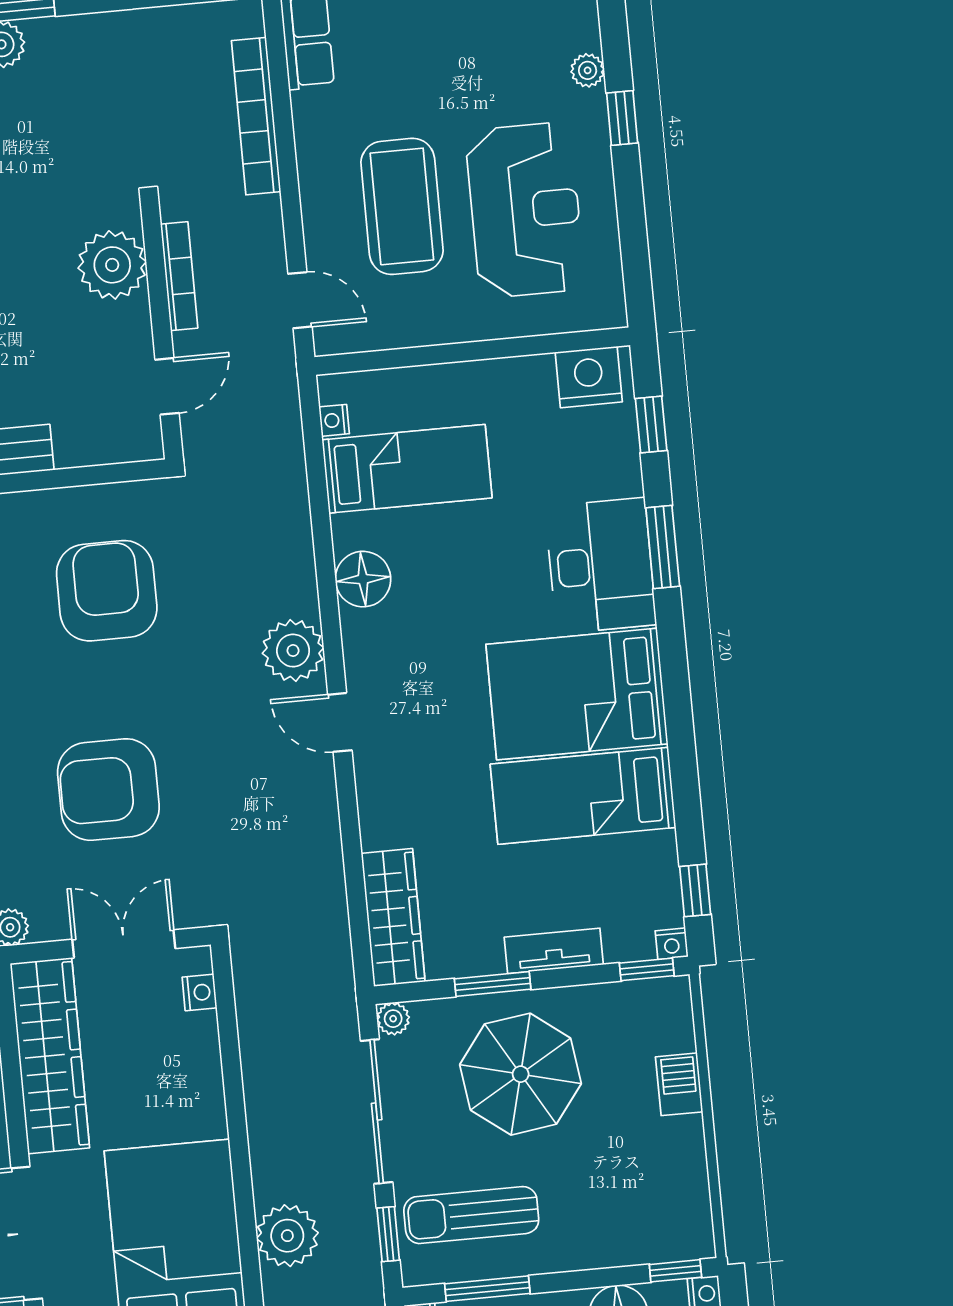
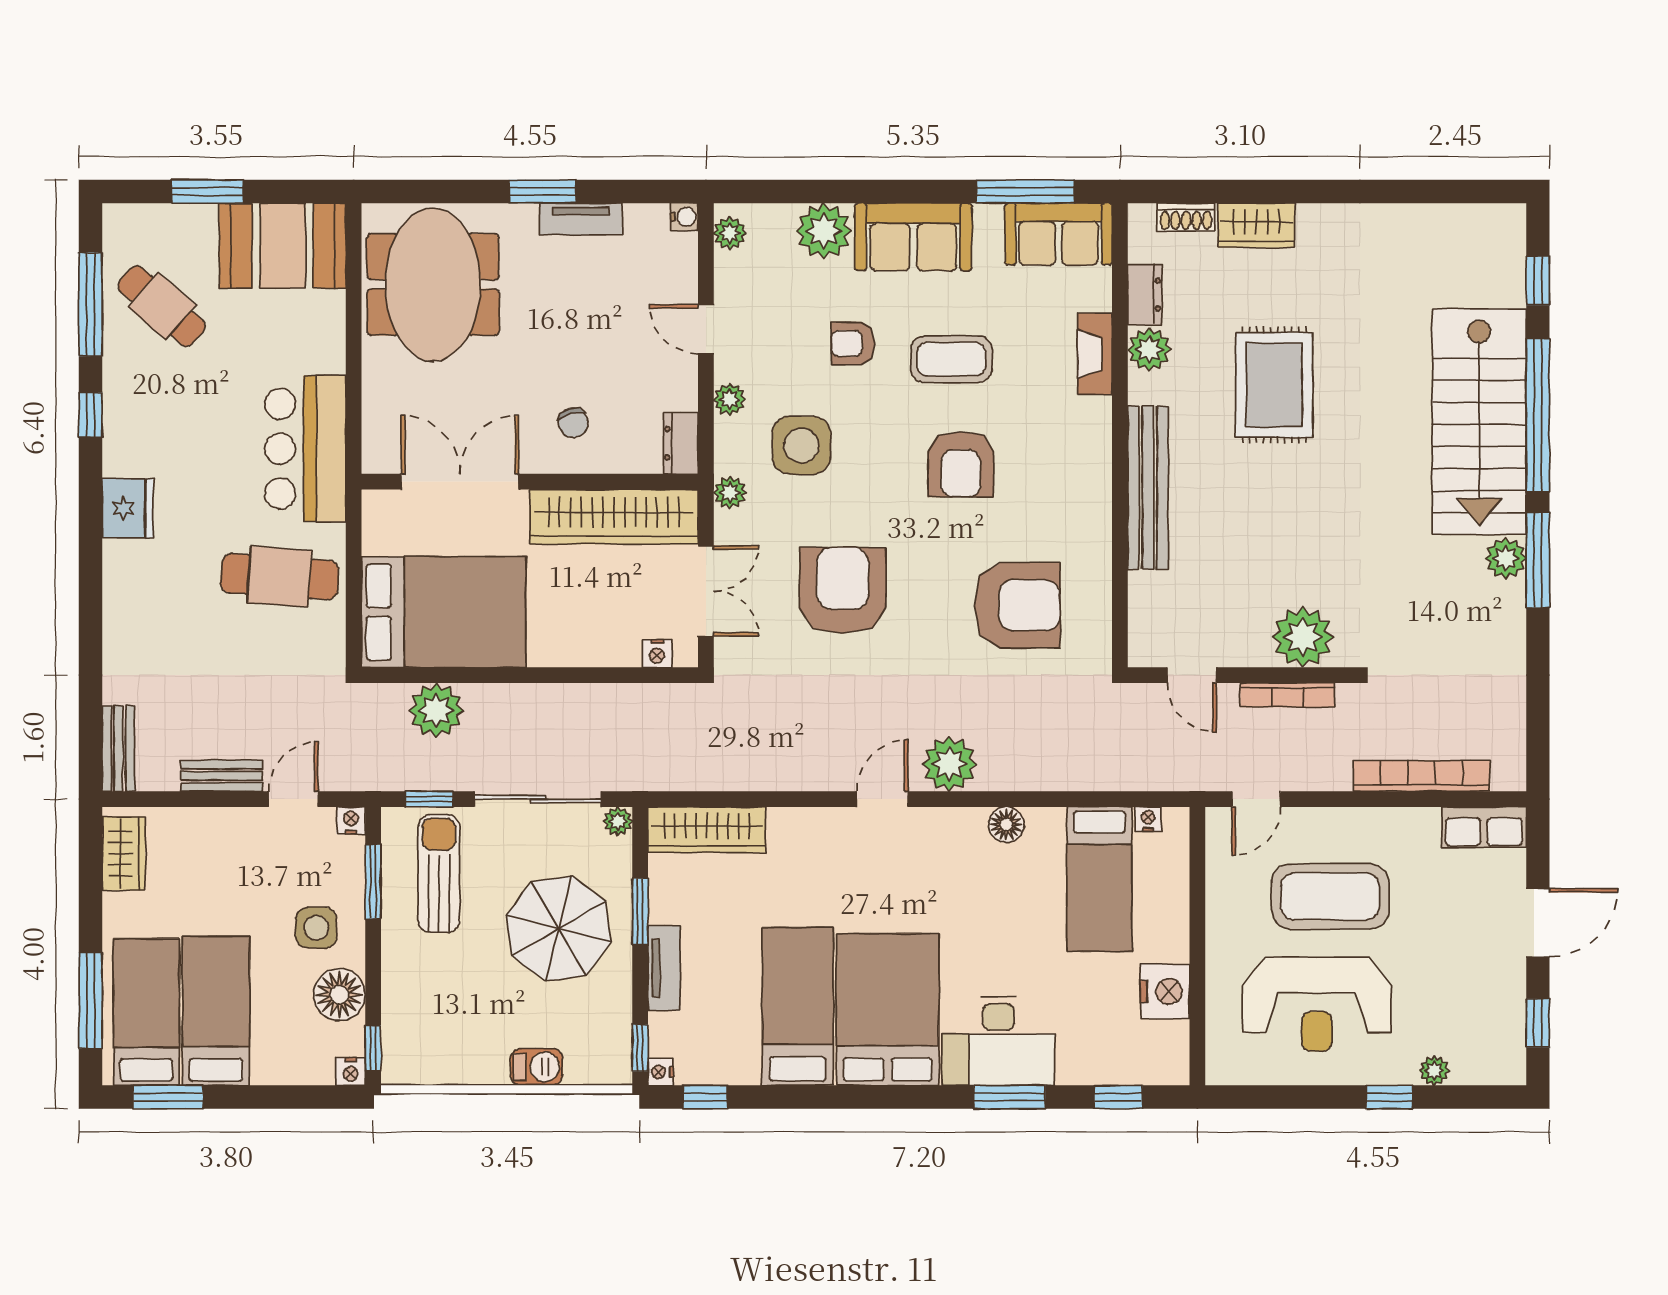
nightstand: (589, 377) -> (1165, 991), moved
floor lamp: (363, 579) -> (1006, 825), width x0.73, depth x0.73

